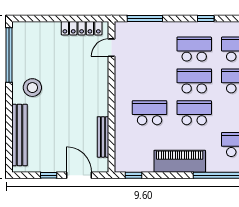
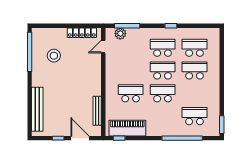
plant: (135, 29) -> (120, 34), added
stool: (32, 88) -> (54, 56), moved
piano: (180, 161) -> (127, 128), moved

